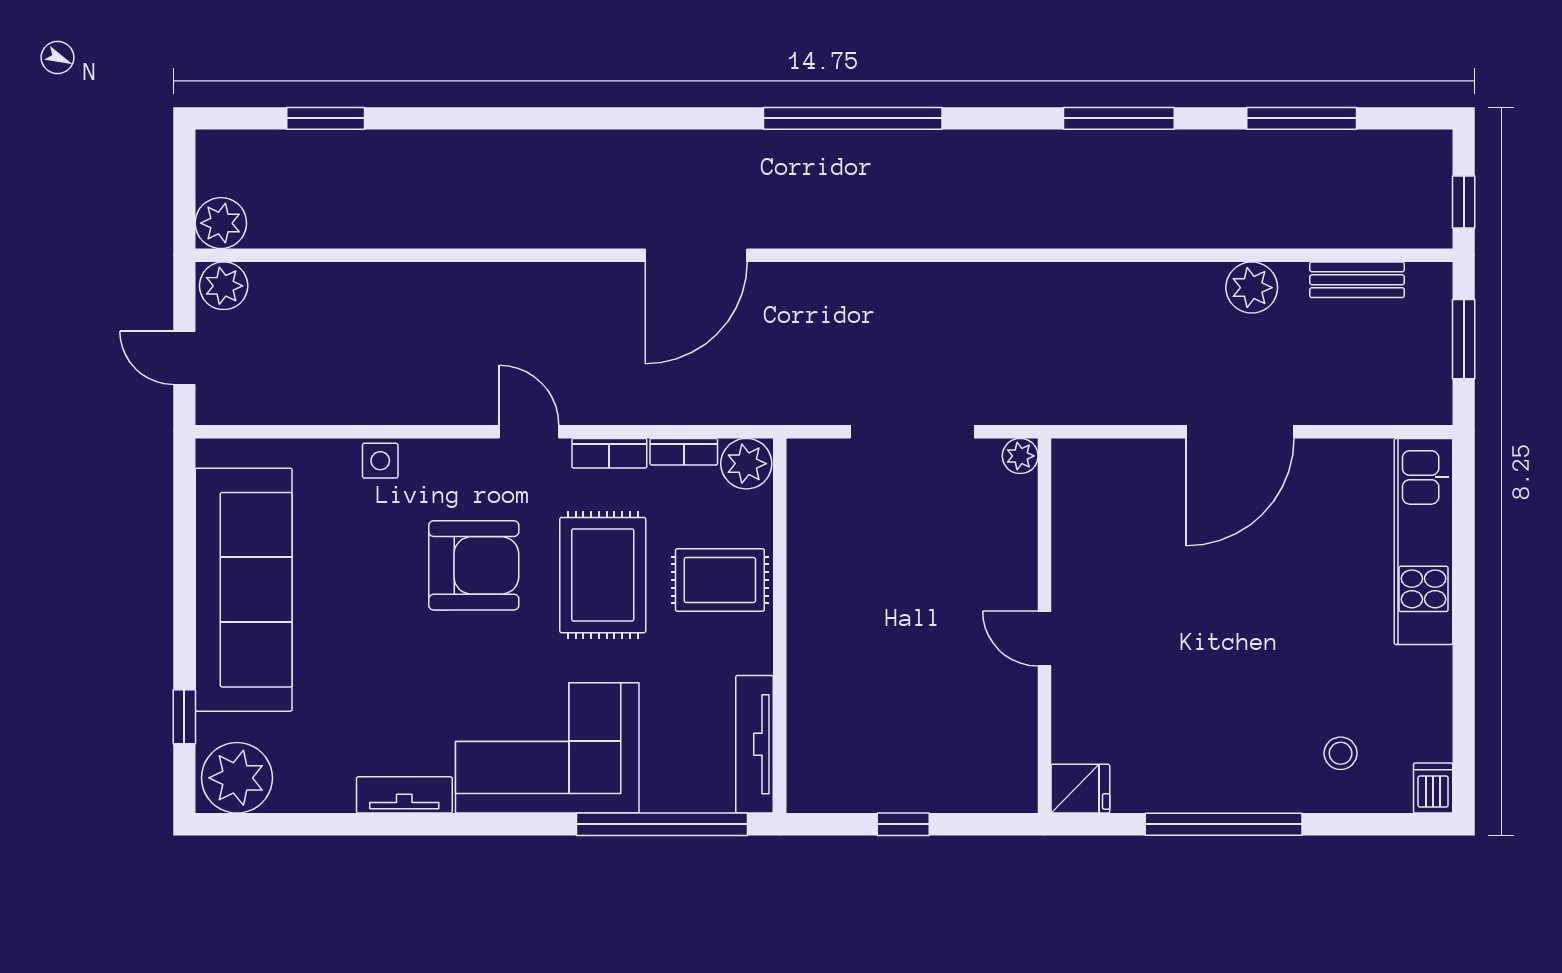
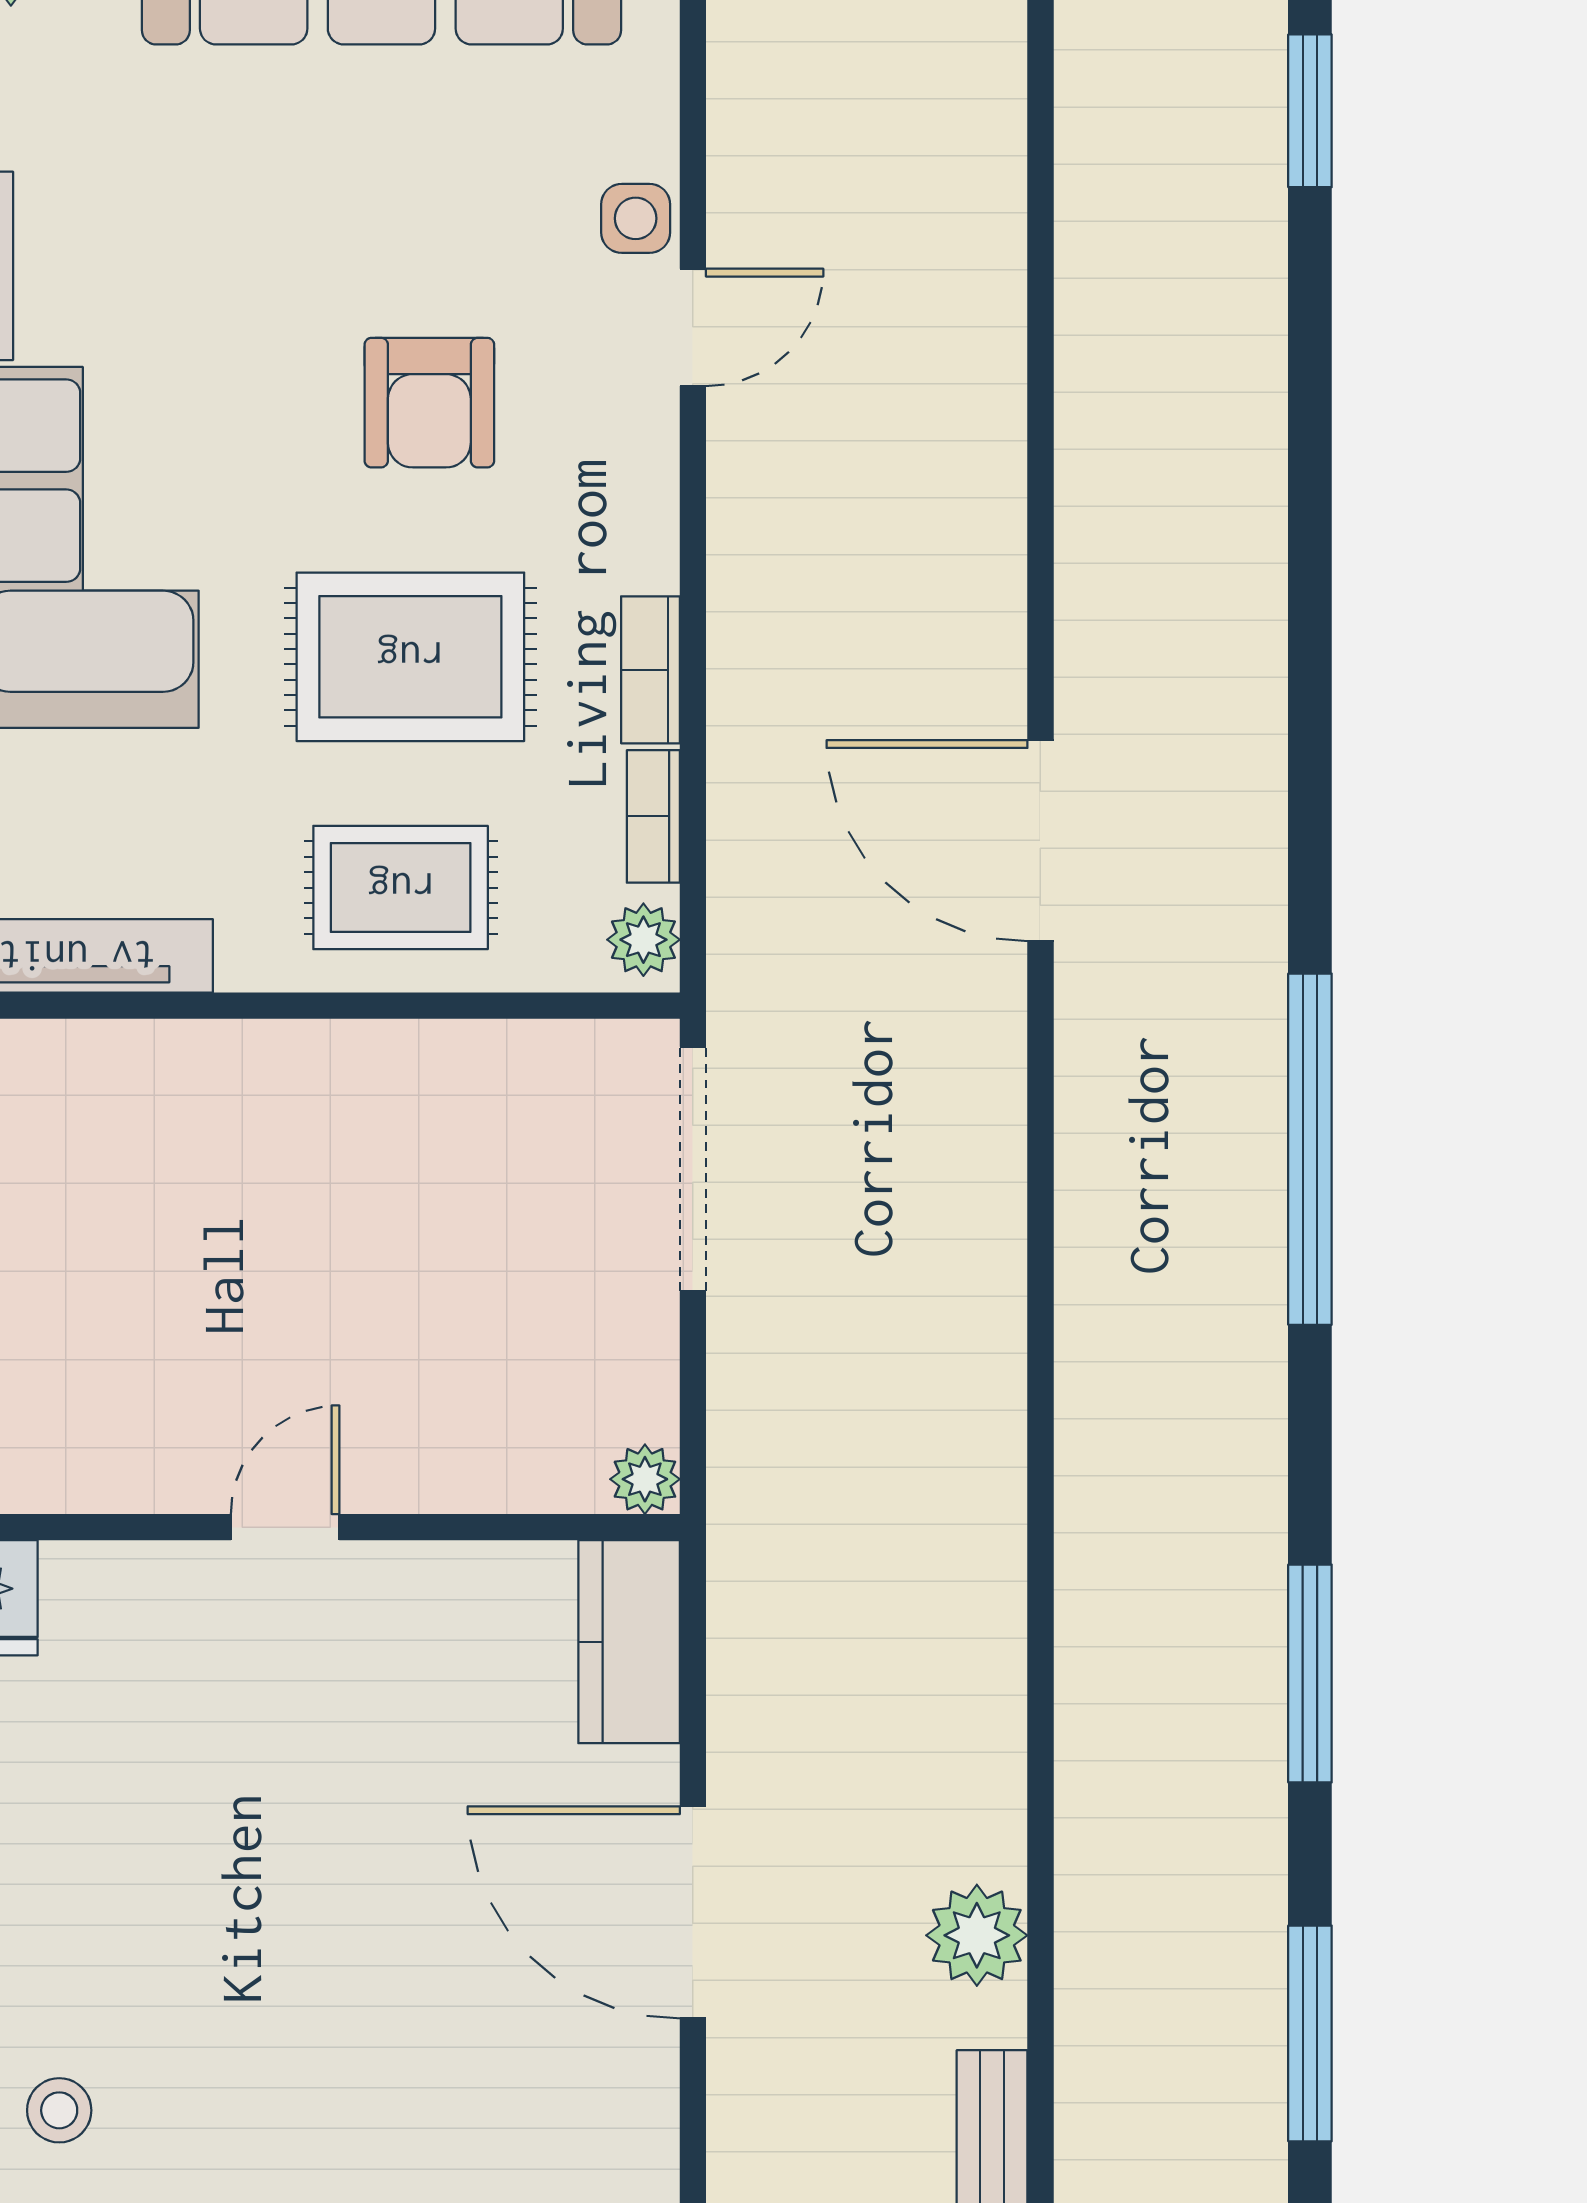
door: (529, 432) -> (693, 327), moved
doorway: (912, 432) -> (693, 1169), moved
plant: (746, 464) -> (643, 940), width x0.73, depth x0.73
kitchen counter: (1103, 464) -> (629, 1642), added
armchair: (474, 565) -> (429, 403), width x0.73, depth x0.73
rug: (720, 580) -> (401, 888), turned 90

